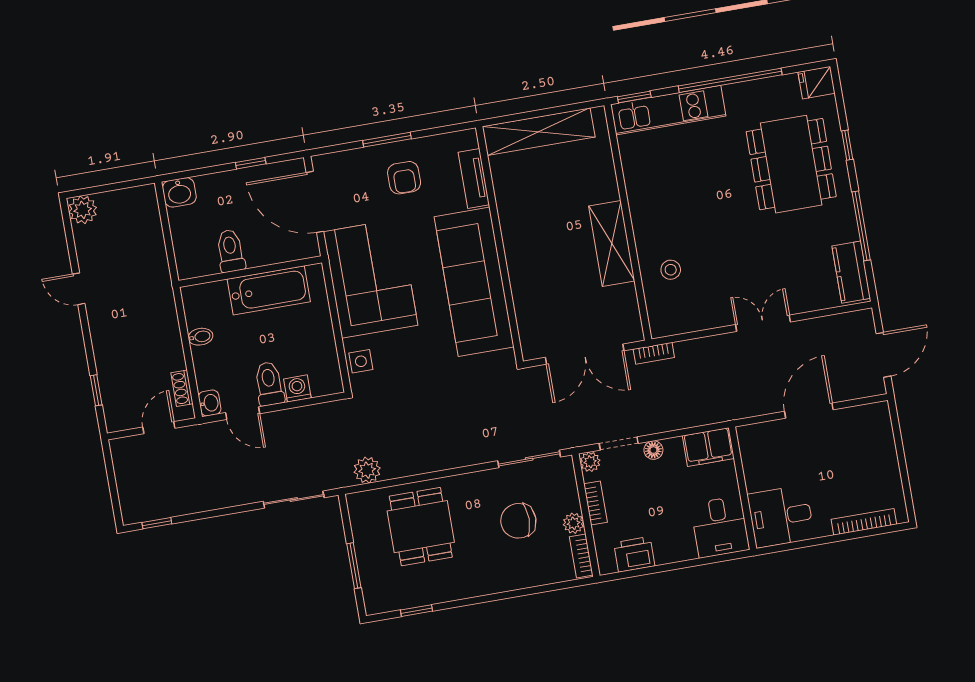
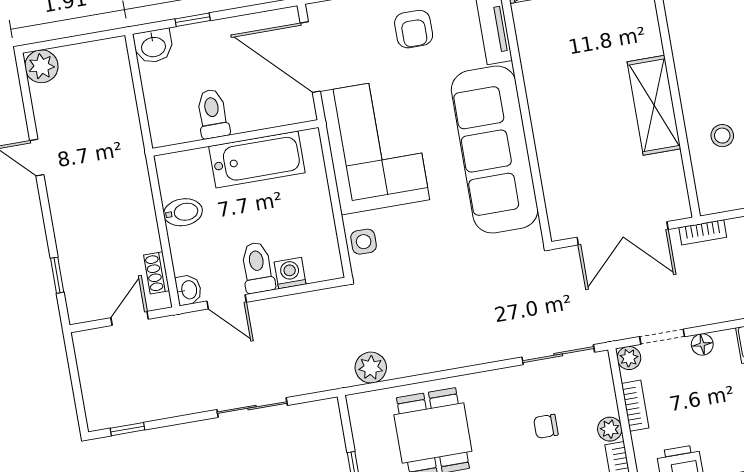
window: (251, 163) -> (193, 20), moved
bidet: (200, 337) -> (183, 212), width x1.38, depth x1.36
sliding door: (294, 500) -> (252, 408), moved
chair: (518, 521) -> (546, 426), width x0.54, depth x0.54

